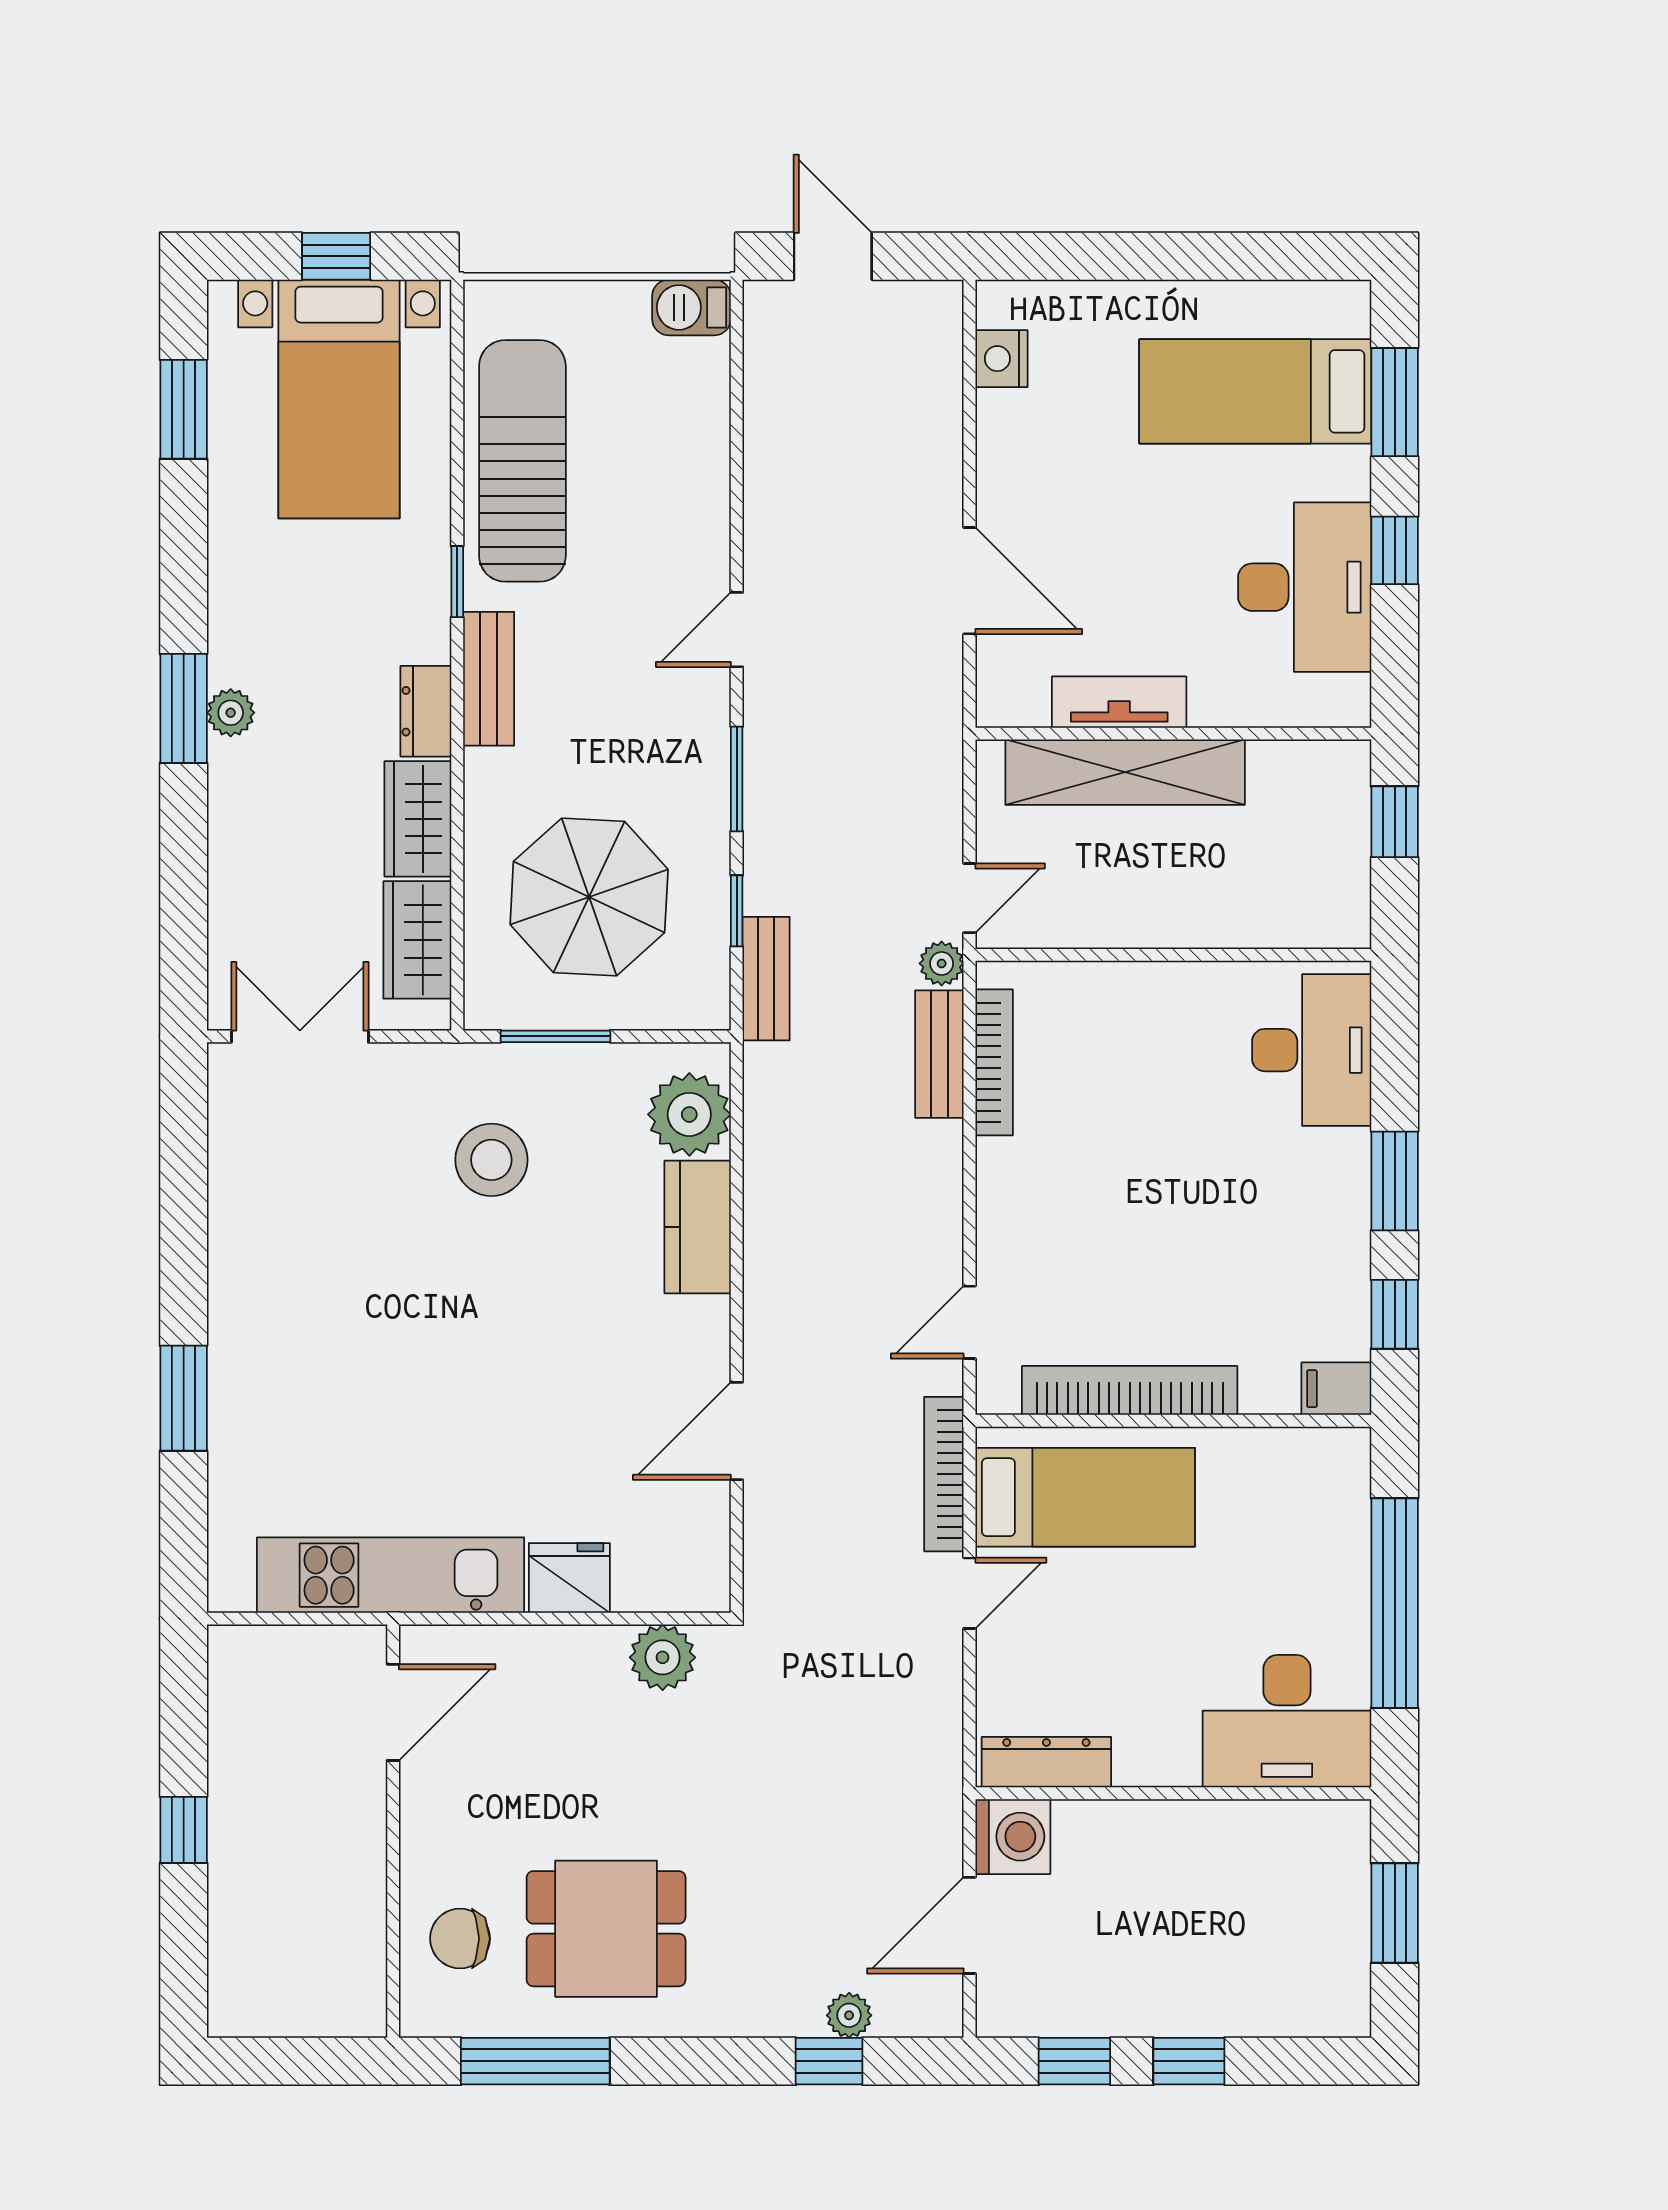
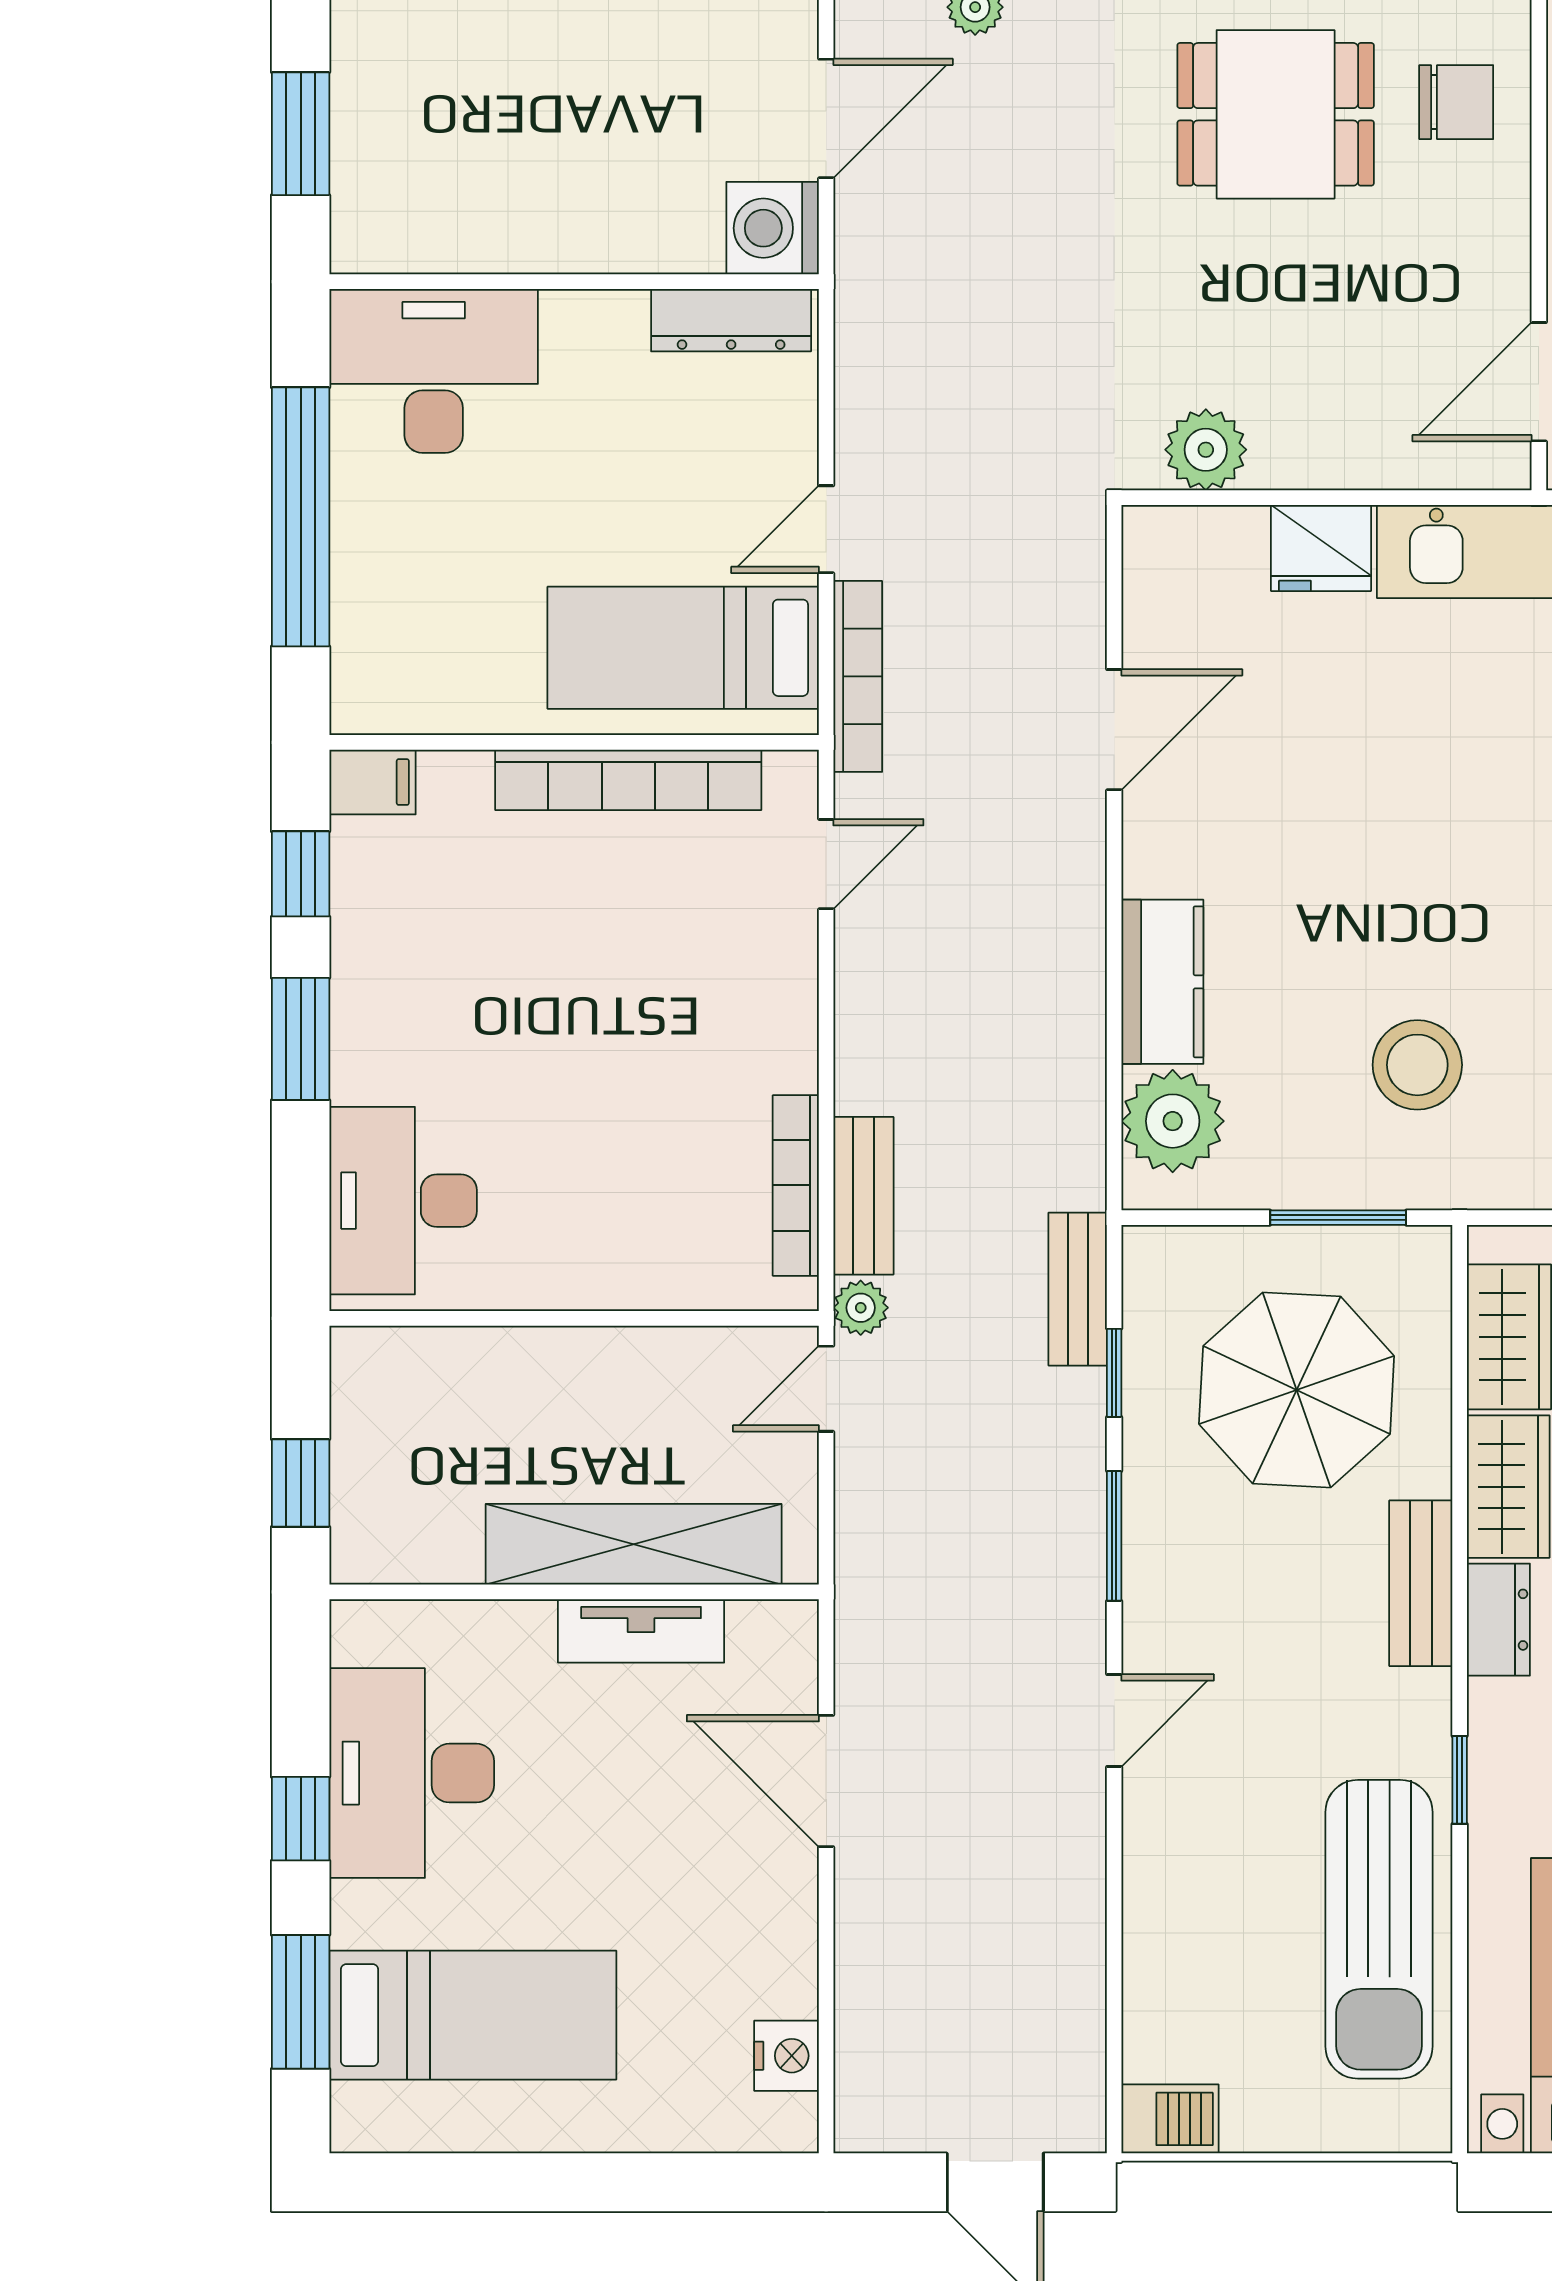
bench: (489, 679) -> (1421, 1583), moved

